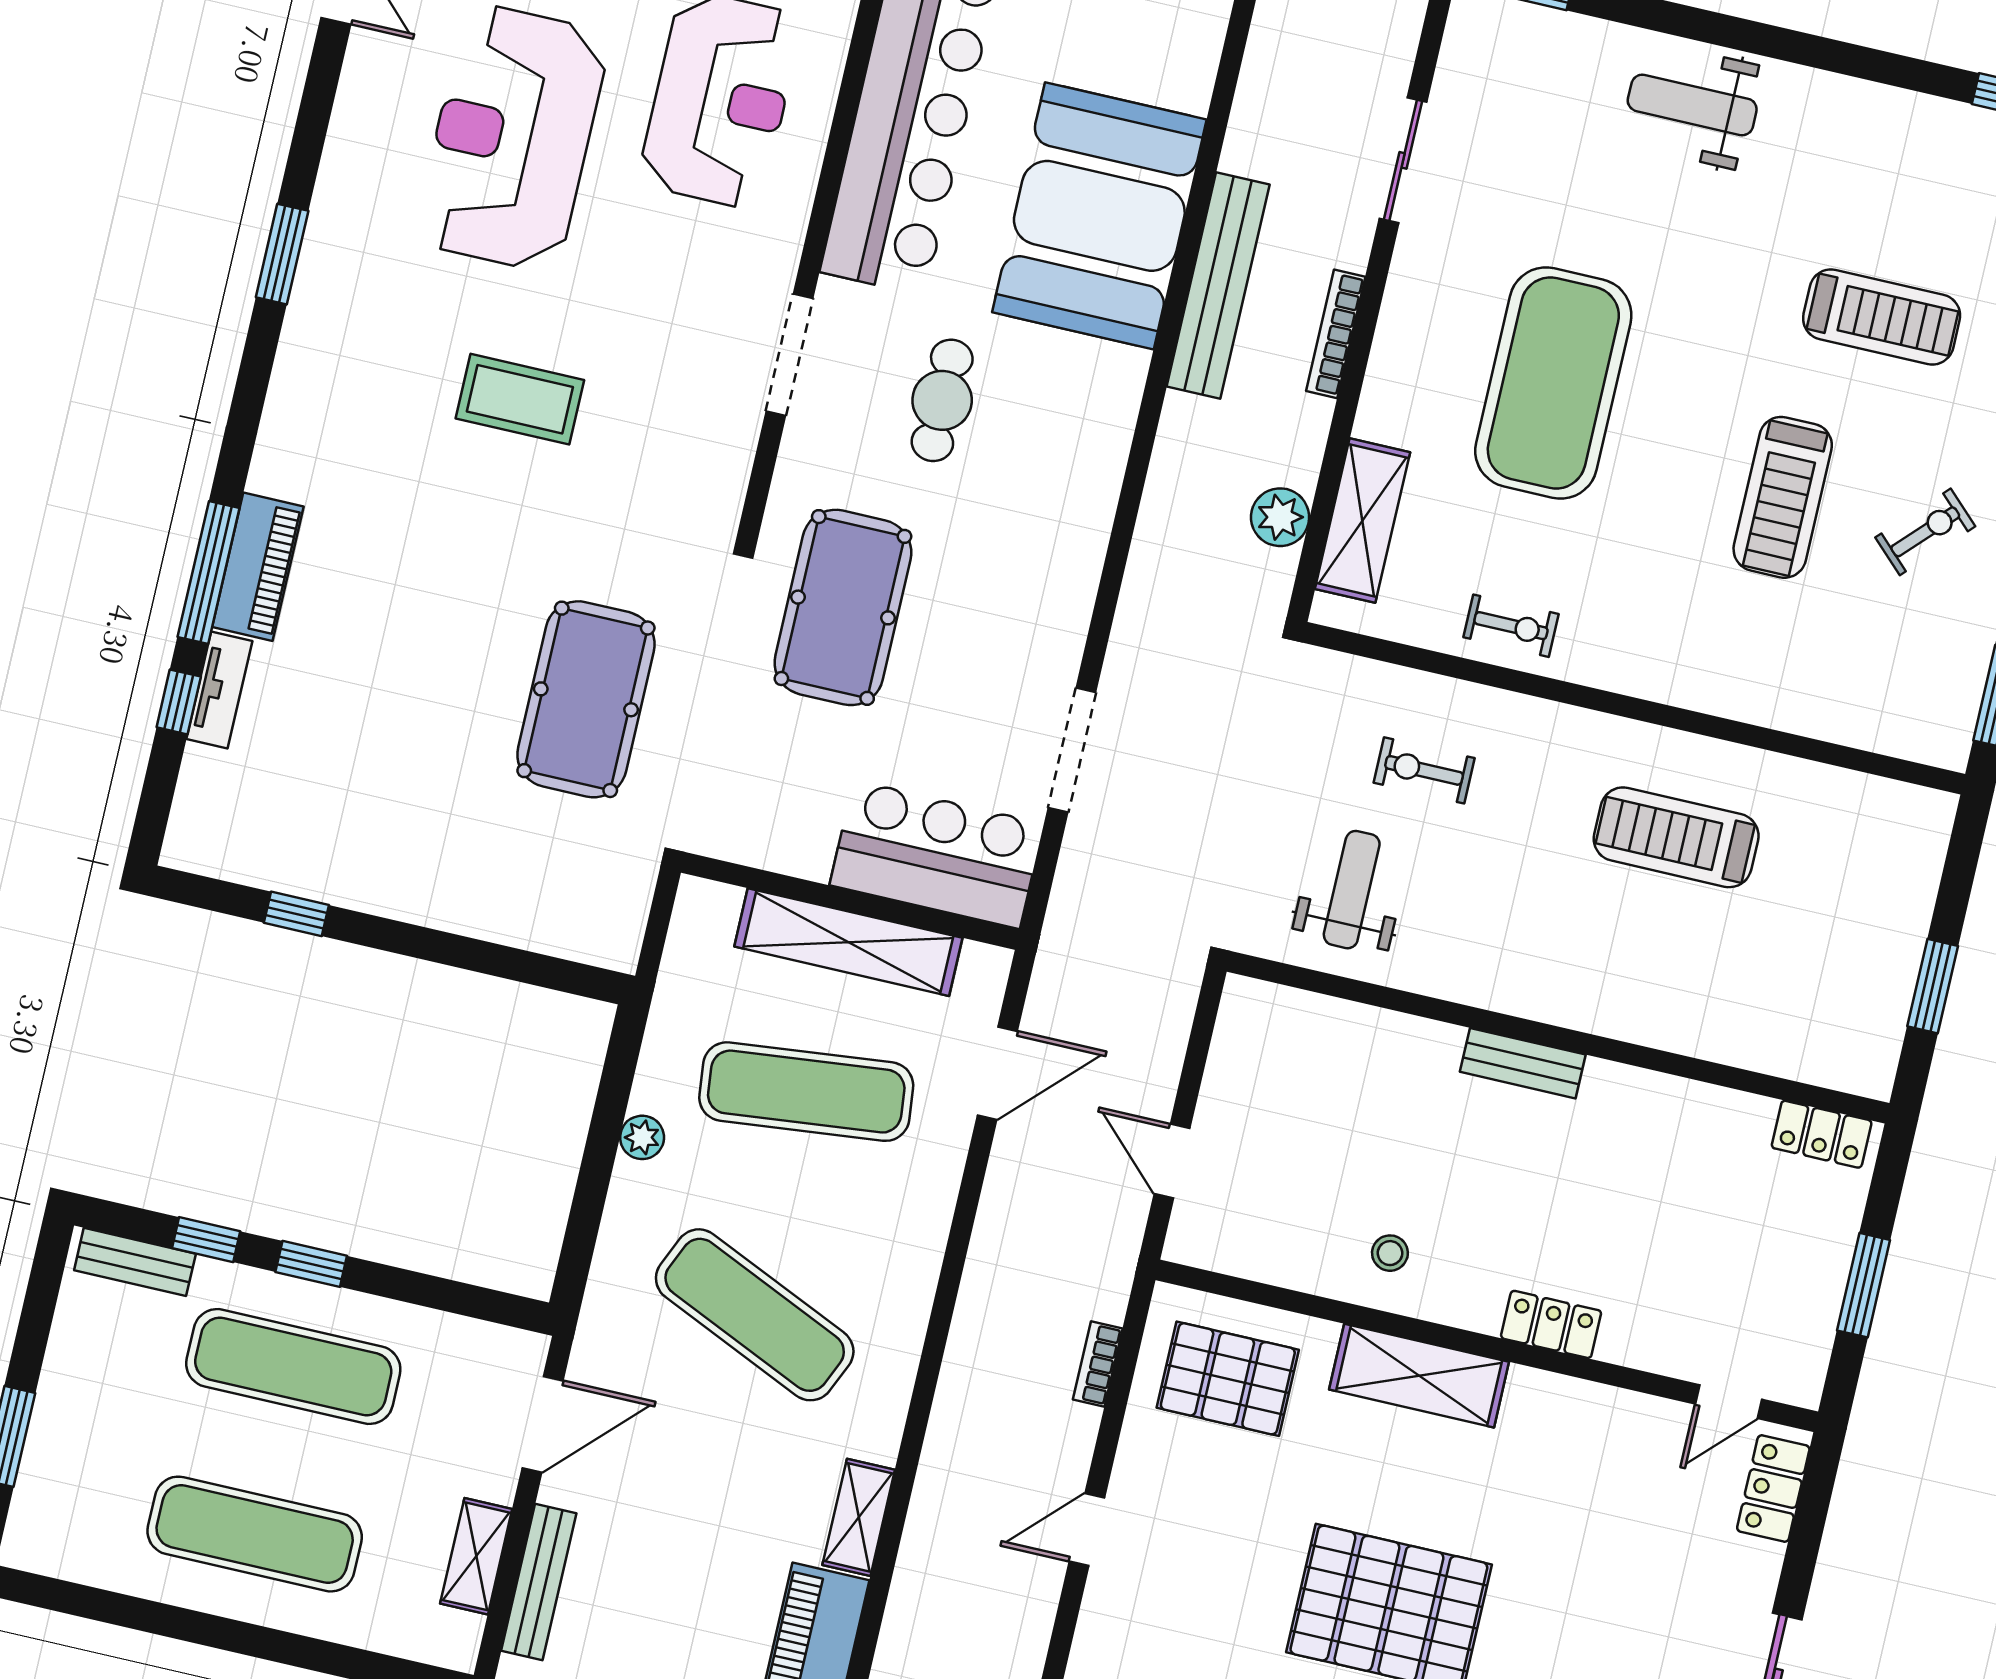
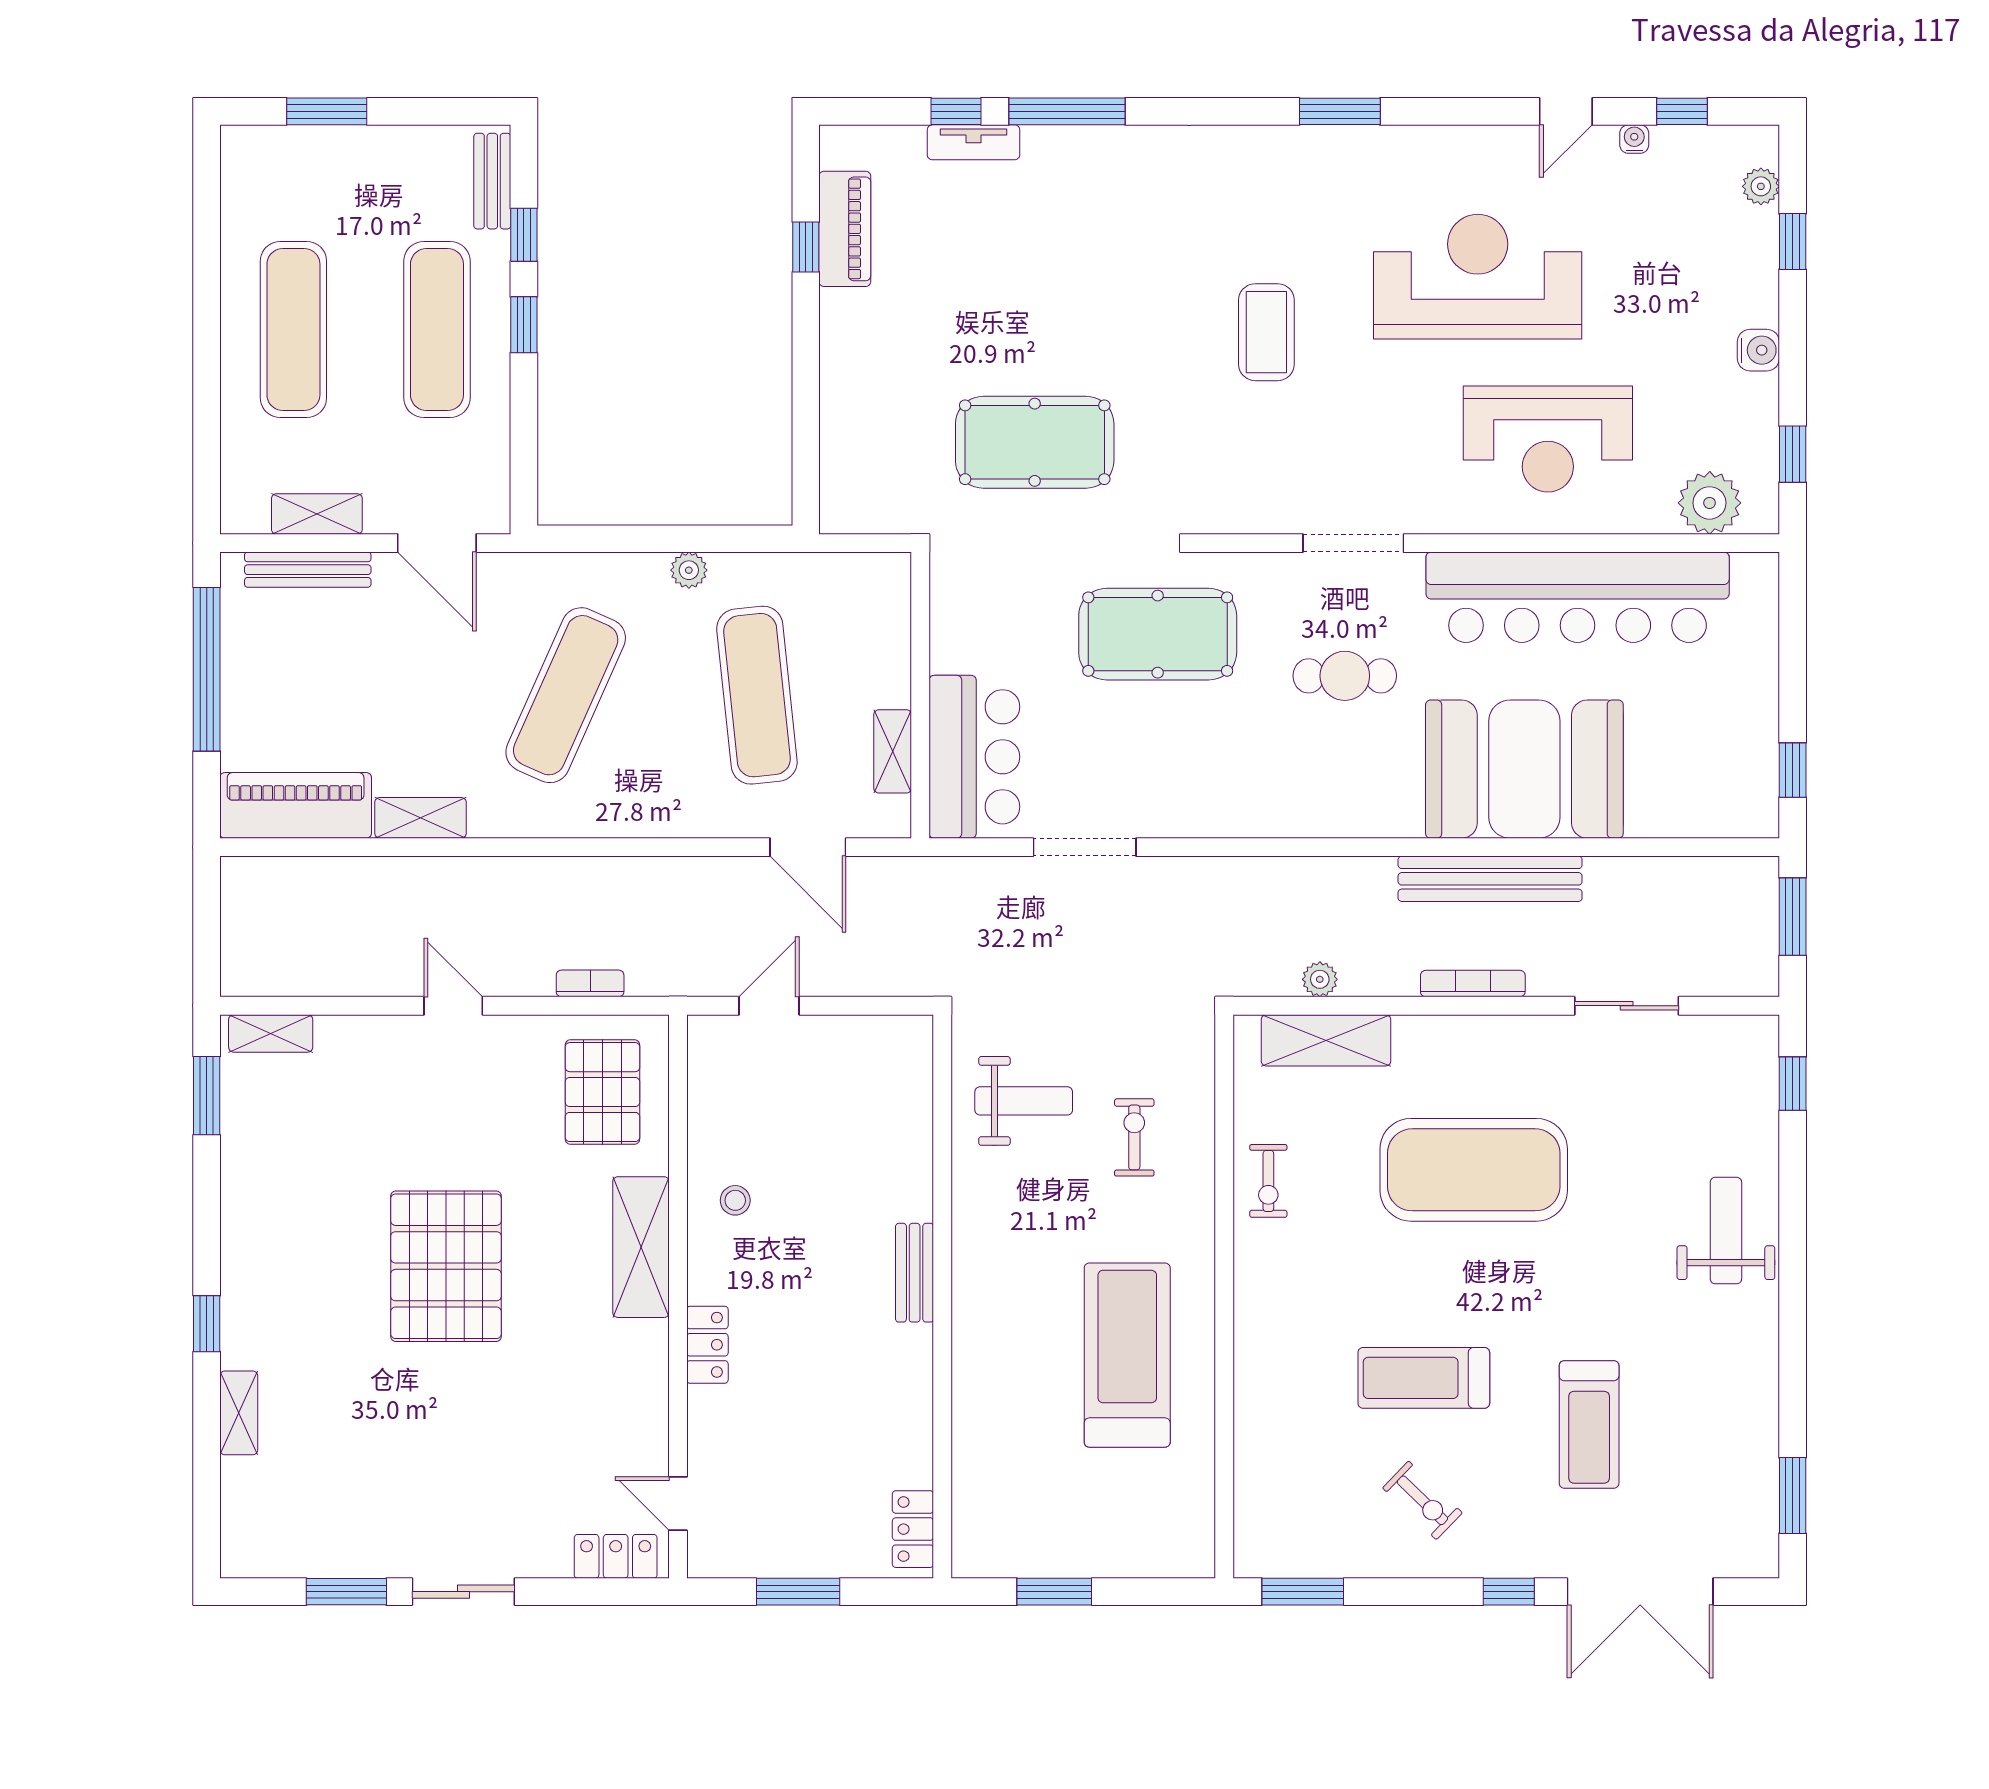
plant: (1280, 517) -> (1320, 979), width x0.73, depth x0.73
piano: (258, 567) -> (845, 229), moved, turned -90
treadmill: (1676, 837) -> (1127, 1355), width x1.37, depth x1.38
shelving: (848, 942) -> (893, 751), width x0.45, depth x0.75

